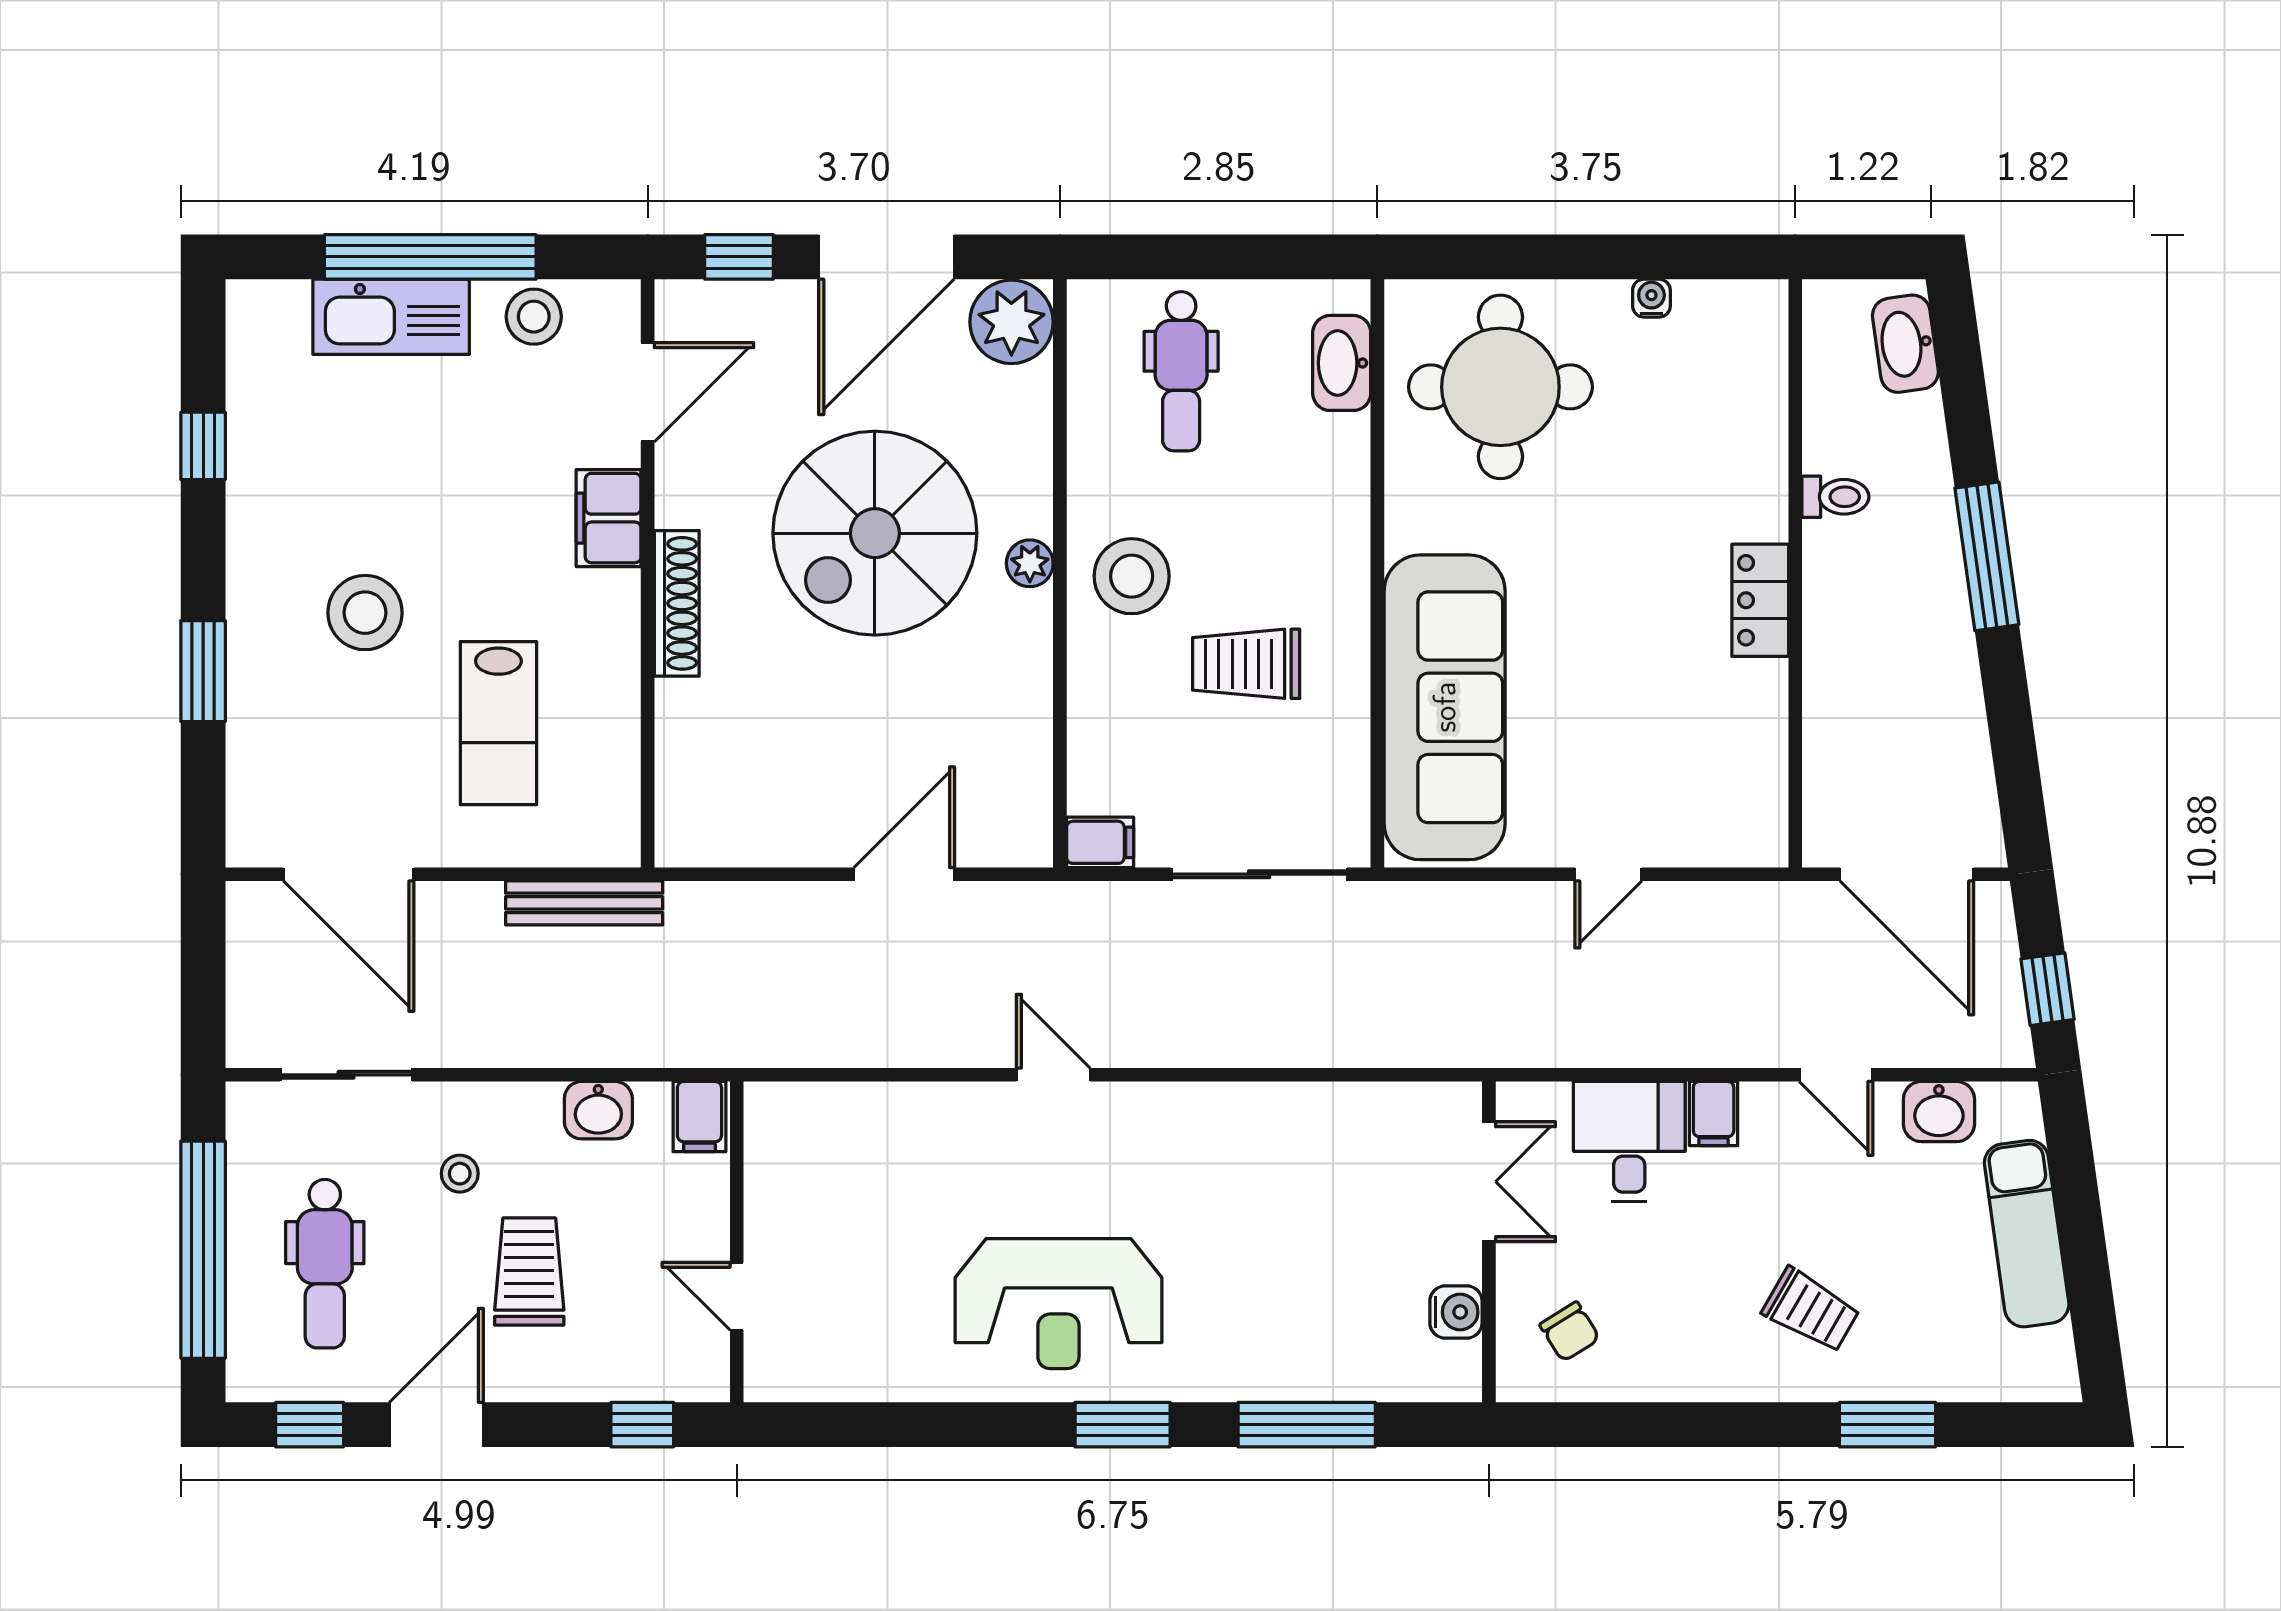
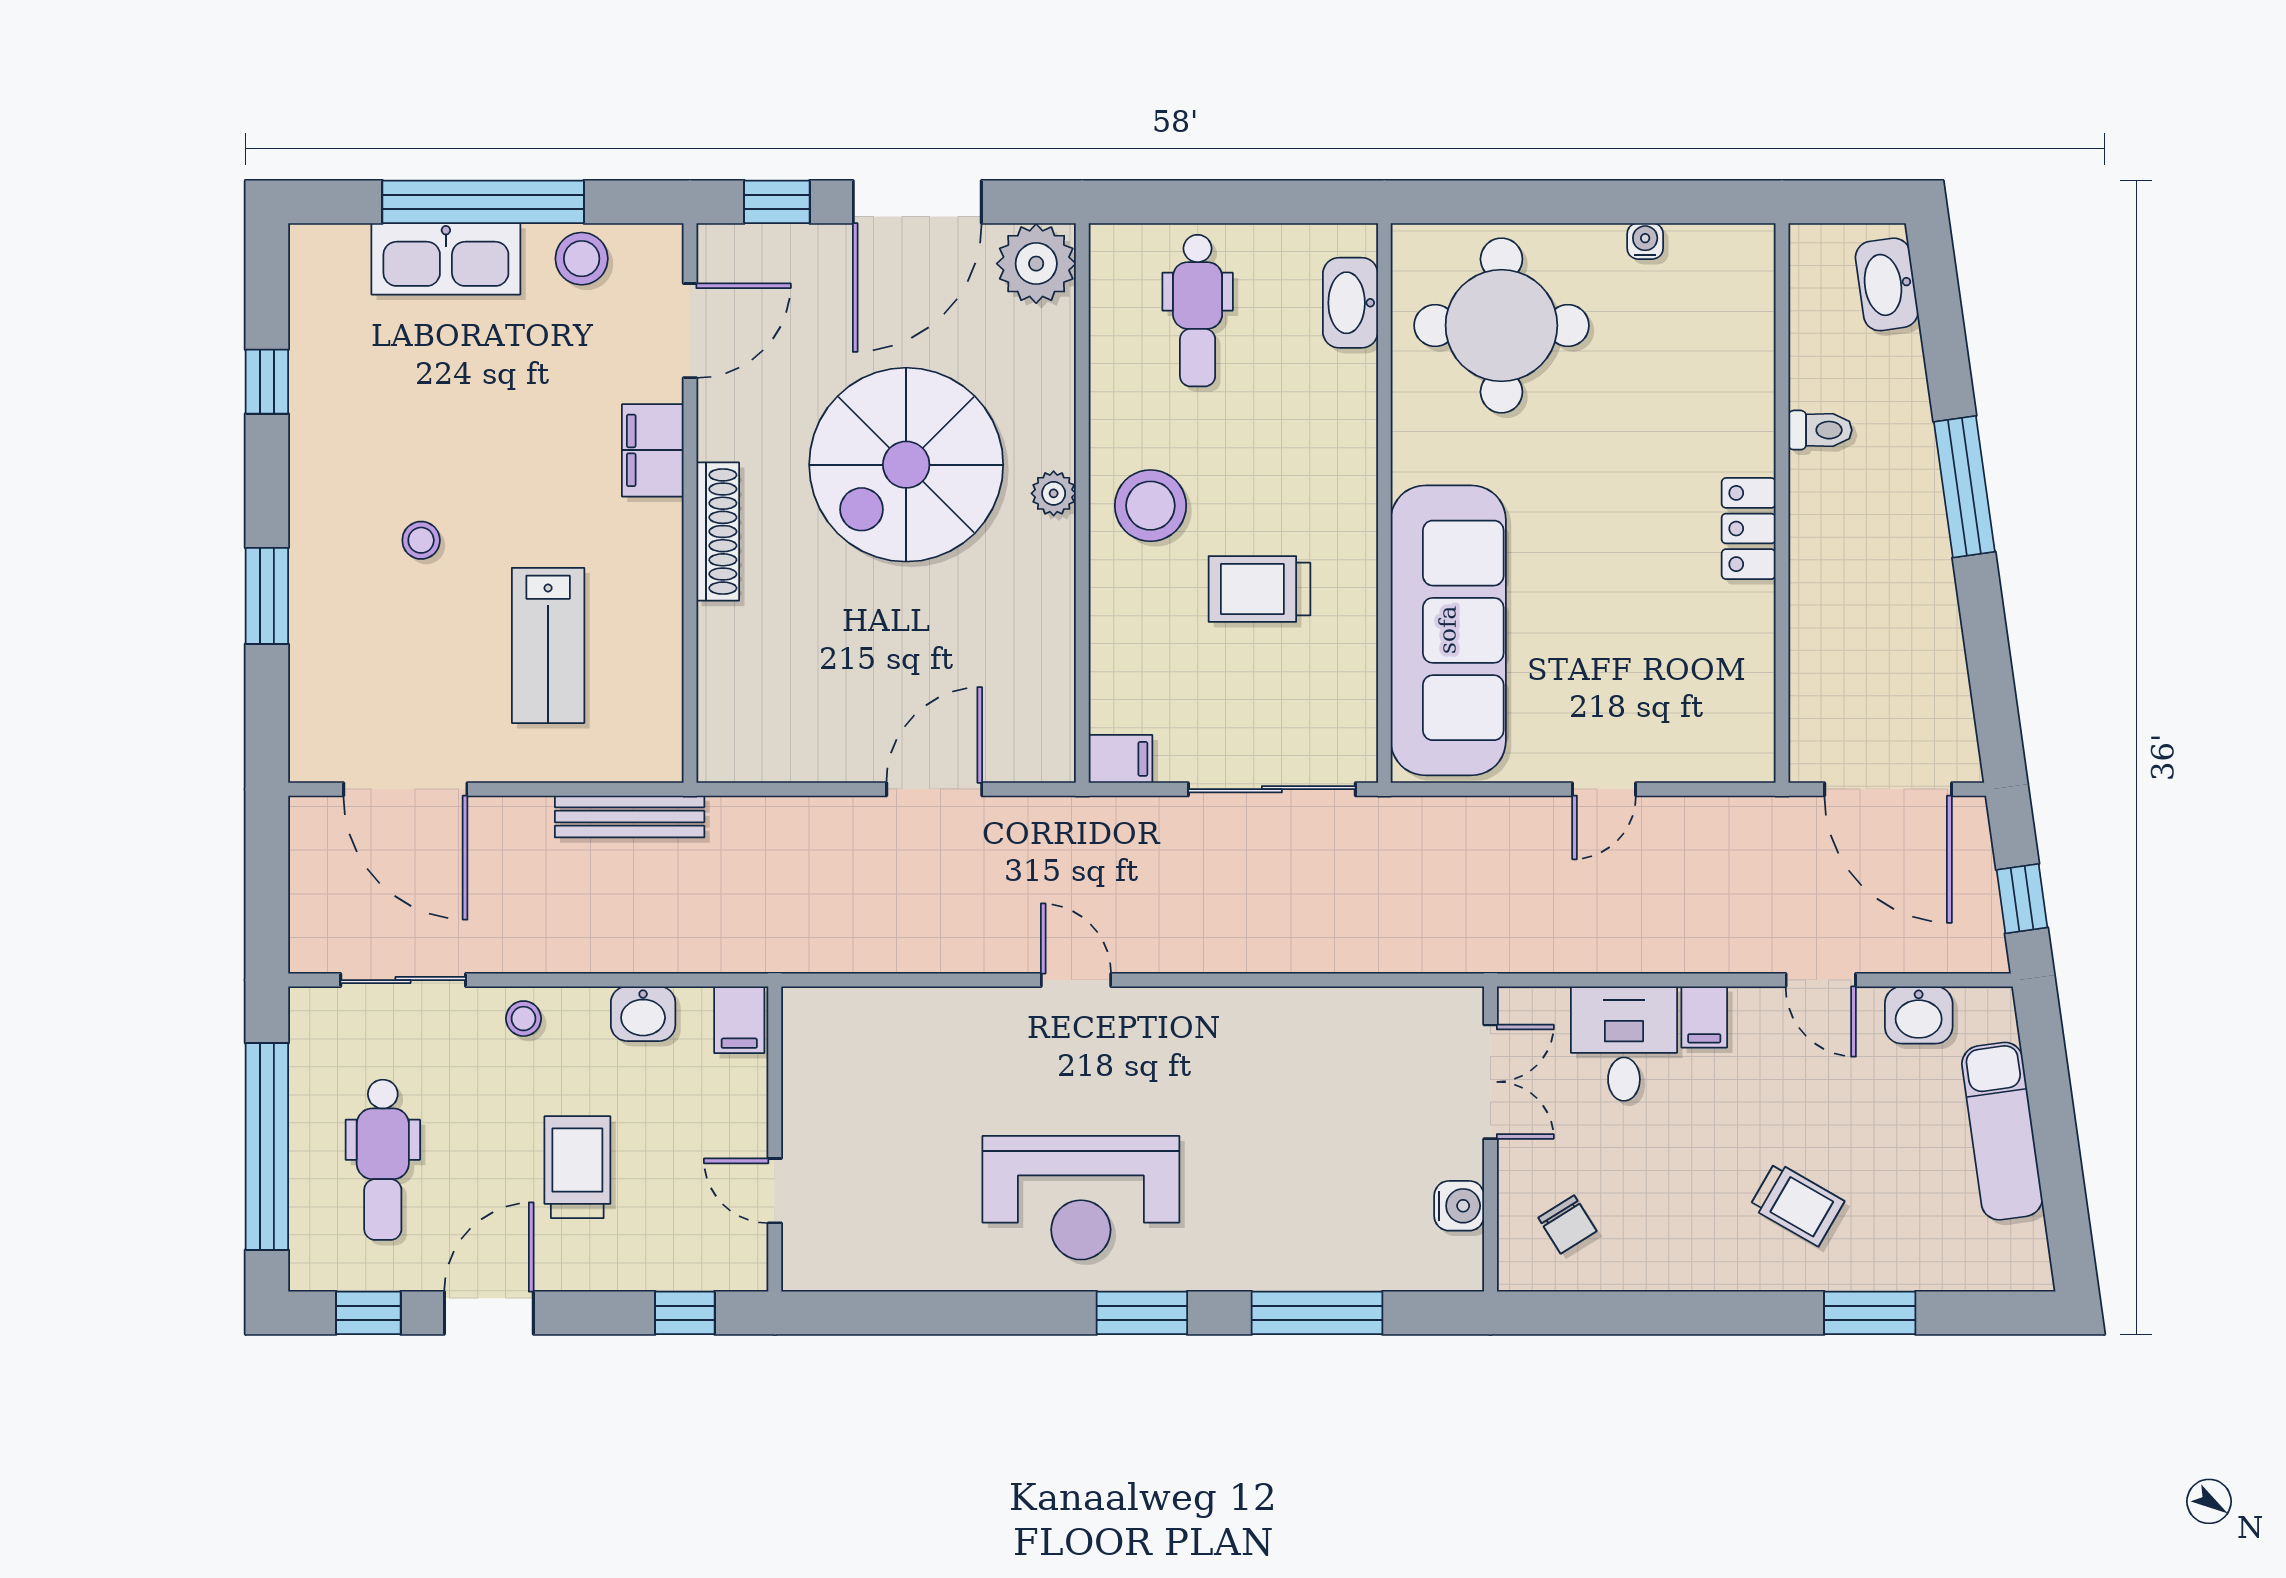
stool: (365, 613) -> (421, 540), width x0.53, depth x0.53
stool: (460, 1174) -> (523, 1019), moved

